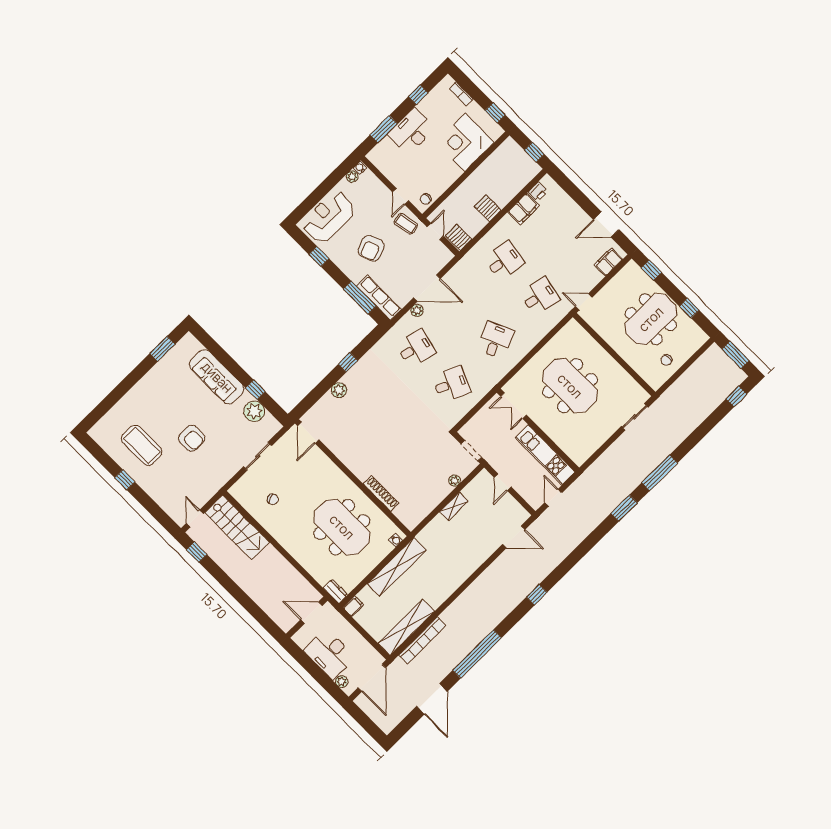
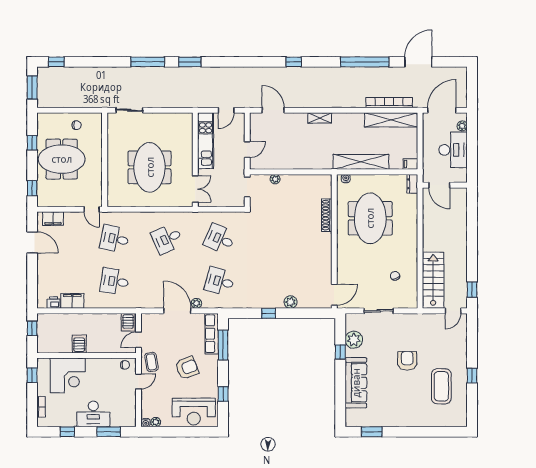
server rack: (488, 208) -> (79, 344), moved, turned 180
shelving: (454, 506) -> (320, 118), moved

